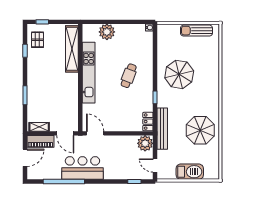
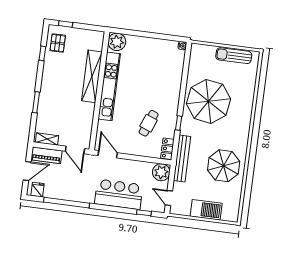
plant: (107, 32) -> (117, 42), moved
shelving: (72, 49) -> (92, 76), moved
parasol: (179, 74) -> (208, 101), width x1.36, depth x1.36
cafe table: (129, 76) -> (149, 123), moved
bar counter: (82, 168) -> (119, 194), moved
fridge: (36, 173) -> (38, 190), added

